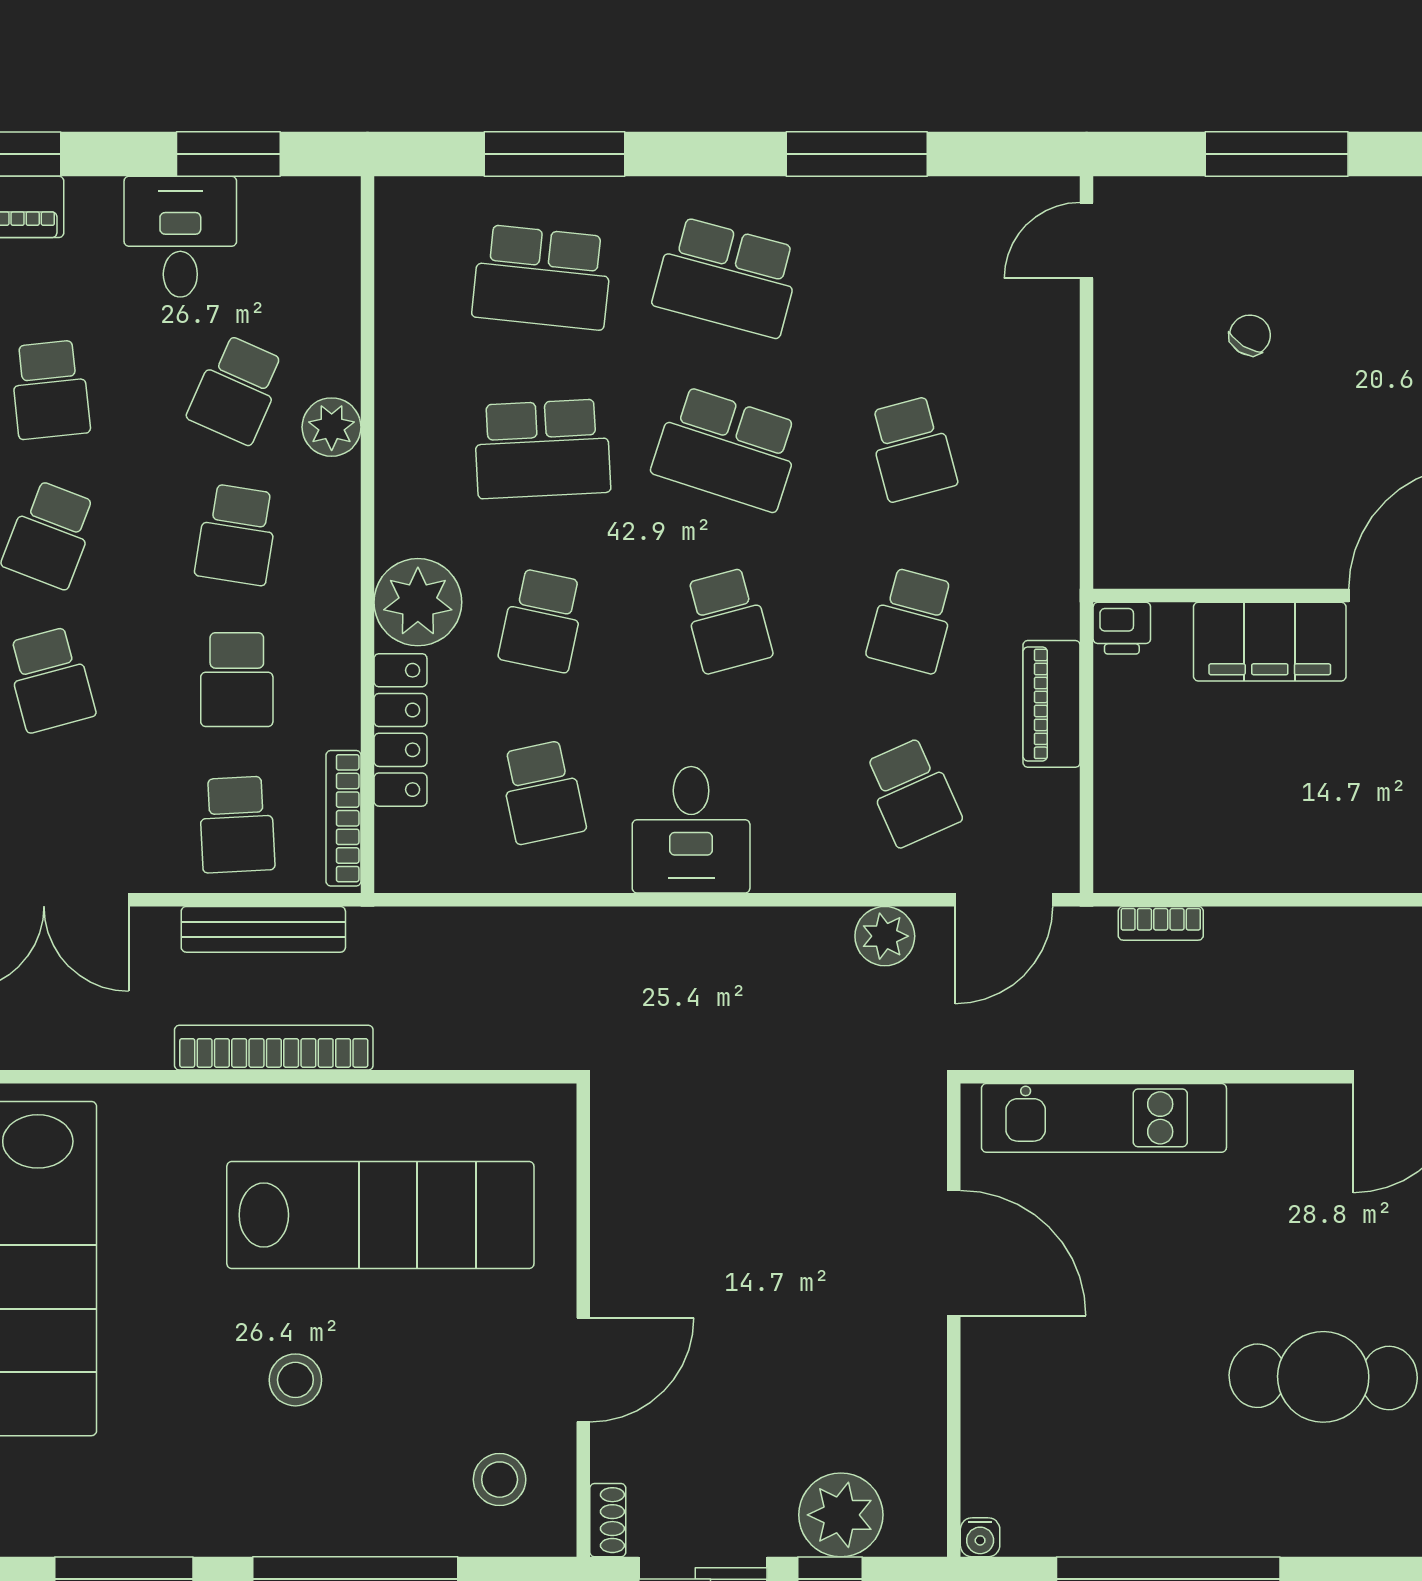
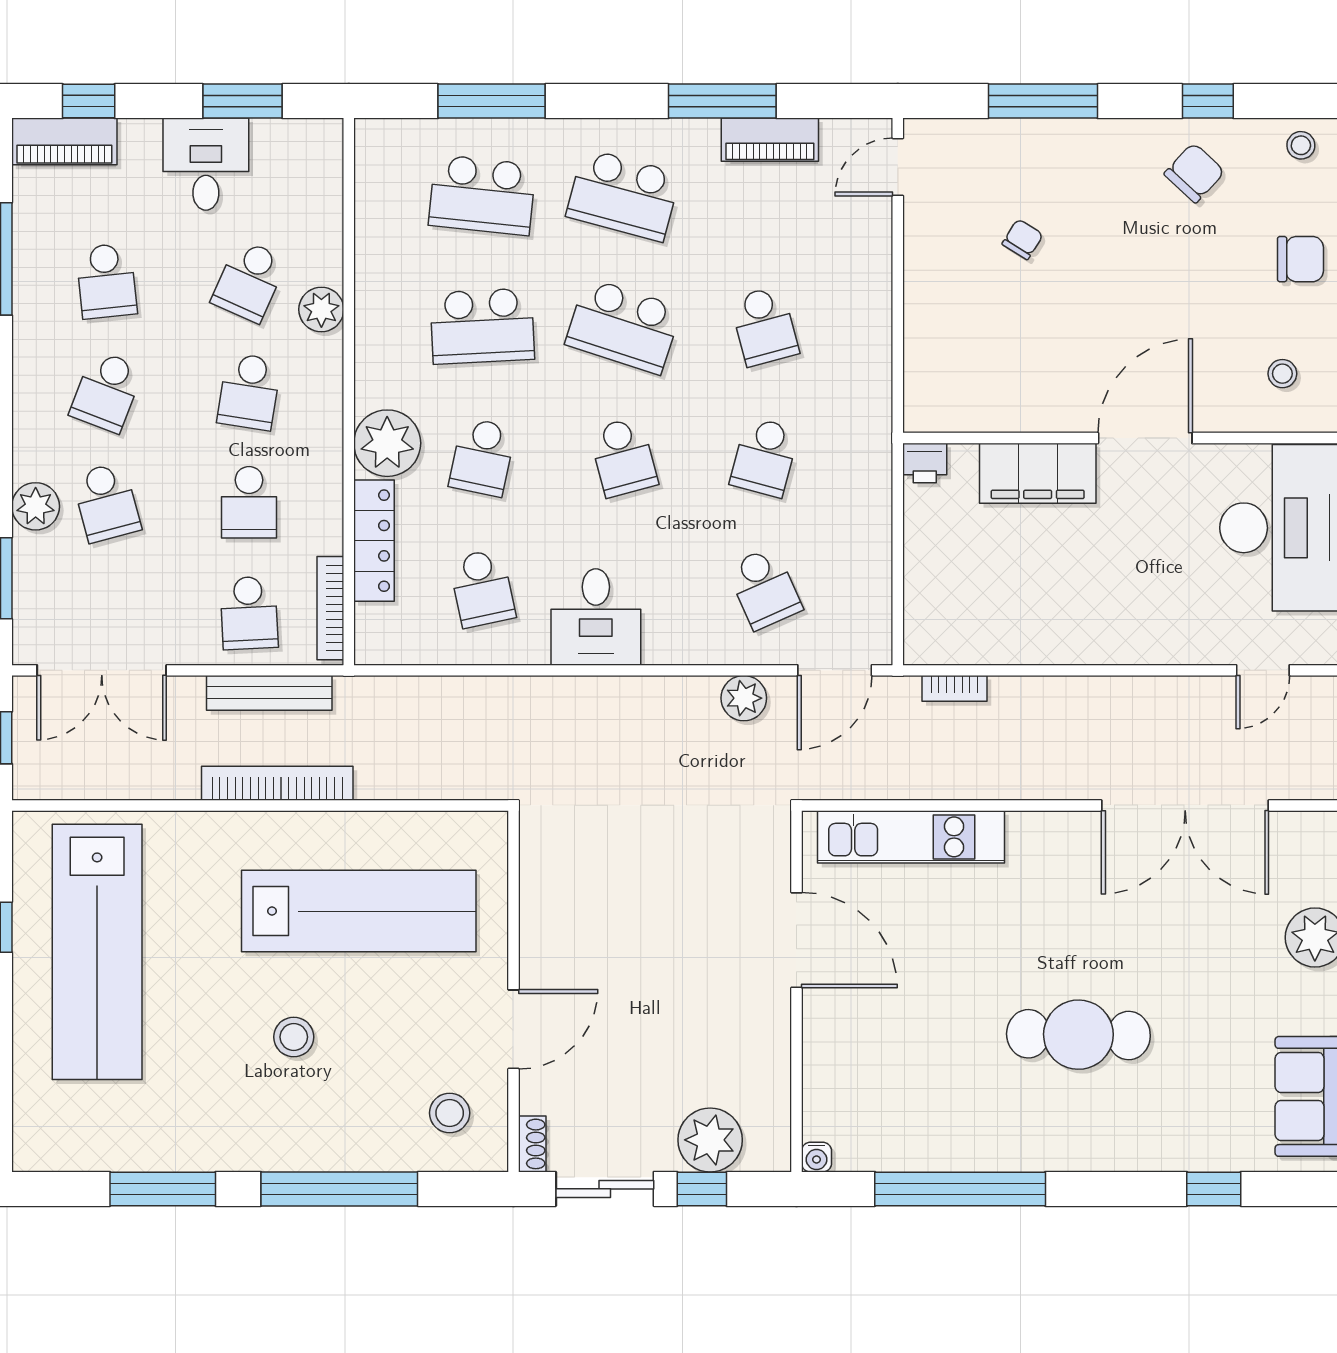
piano: (1052, 704) -> (770, 140), moved, turned -90

